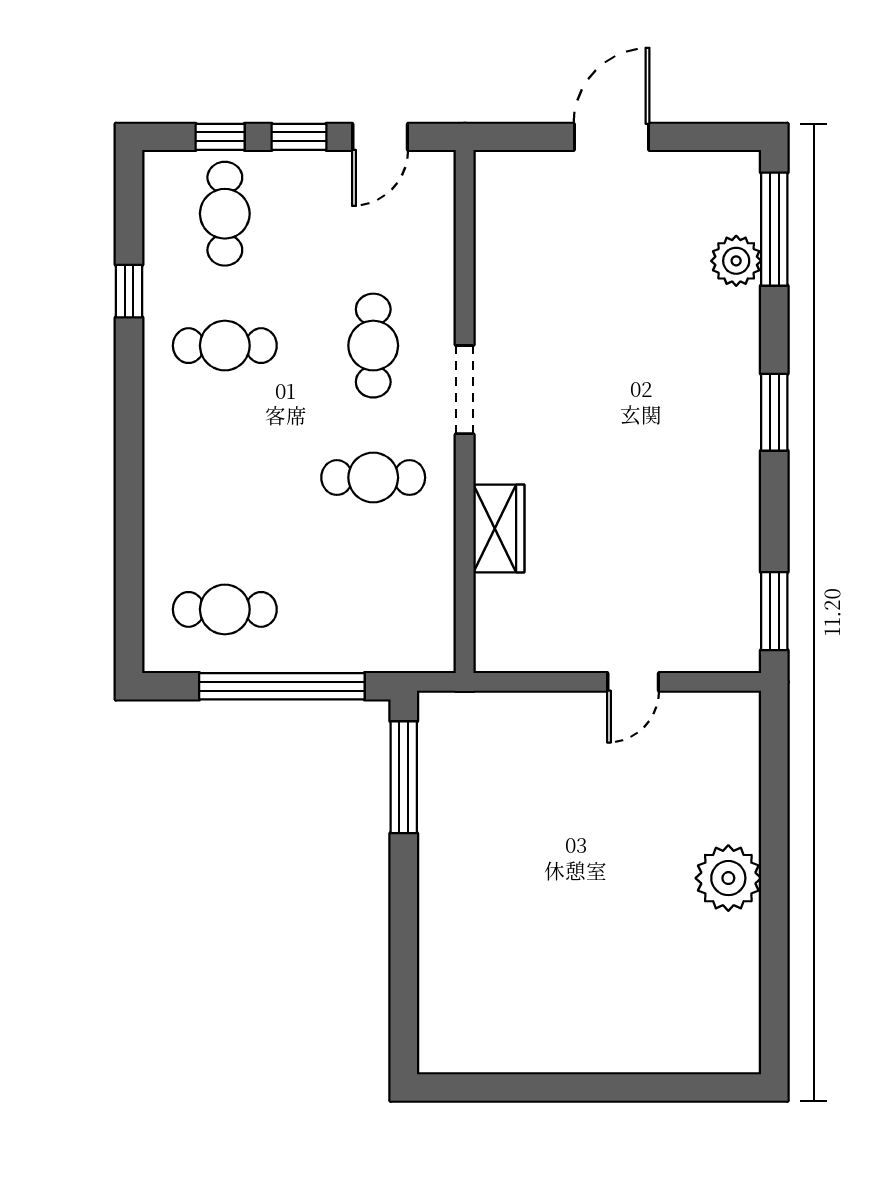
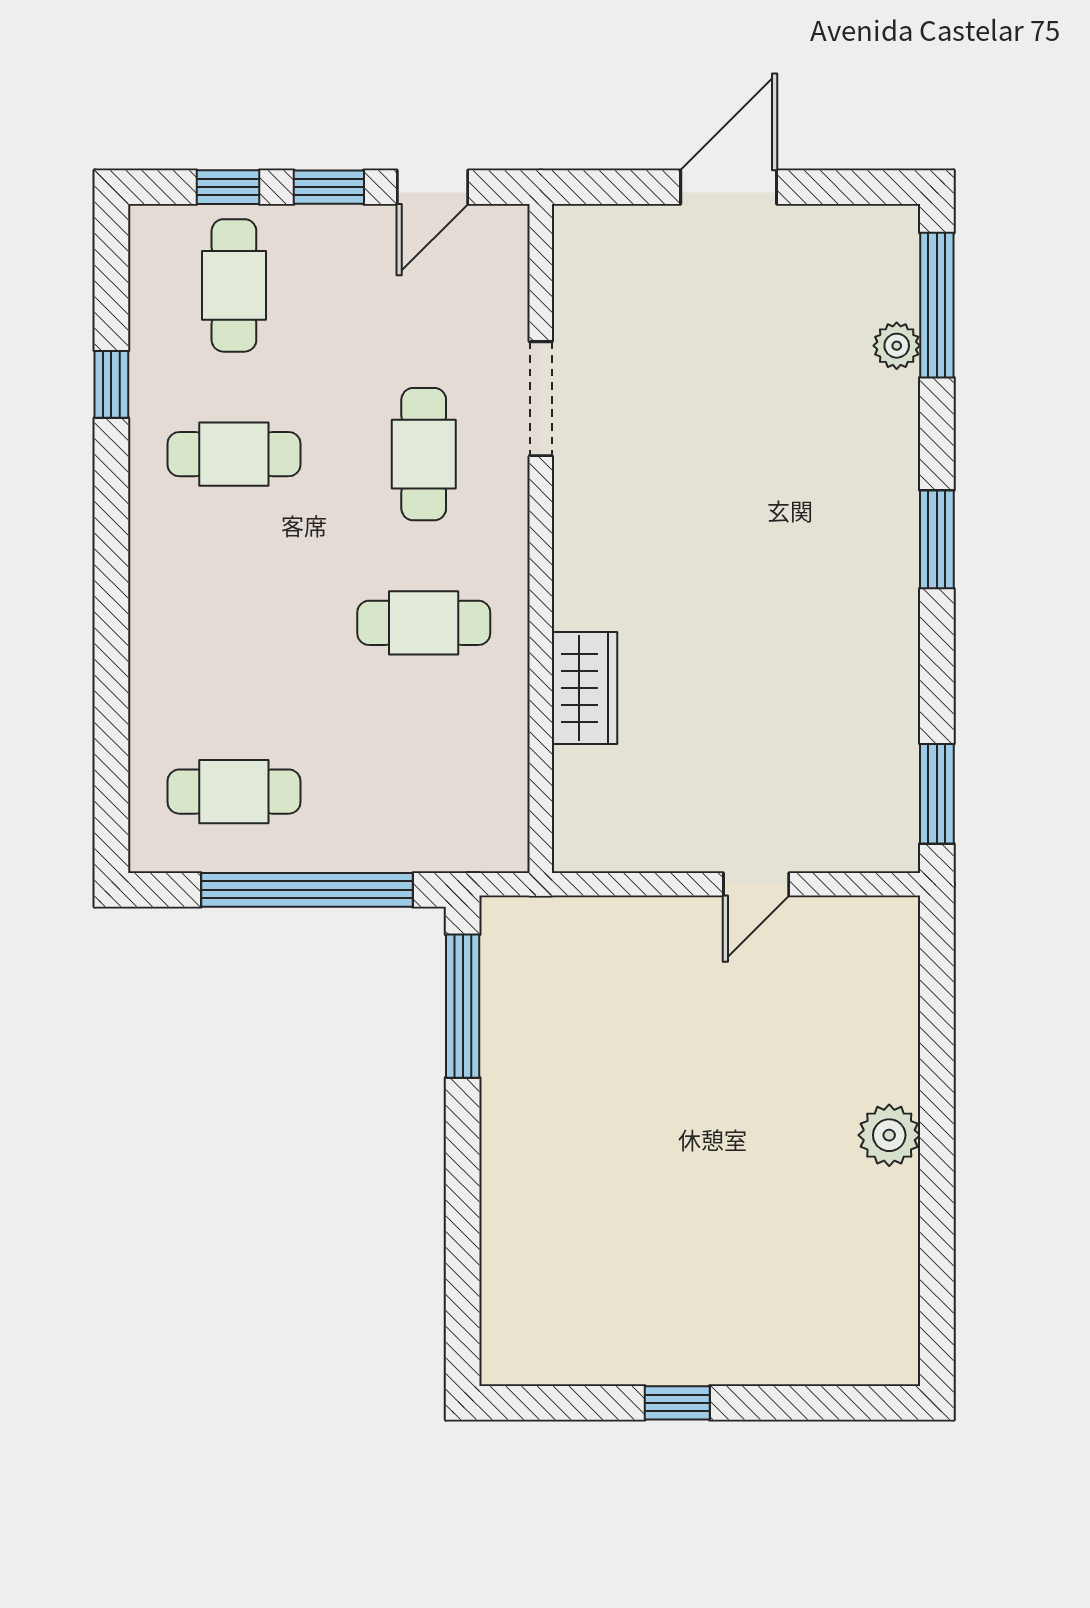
plant: (736, 261) -> (897, 346), width x0.73, depth x0.73
doorway: (465, 390) -> (541, 399), moved
plant: (728, 878) -> (889, 1135), width x0.73, depth x0.73
window: (571, 1087) -> (677, 1403), added

